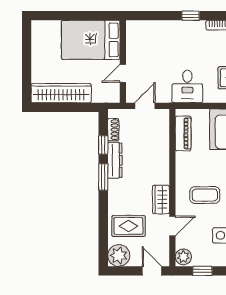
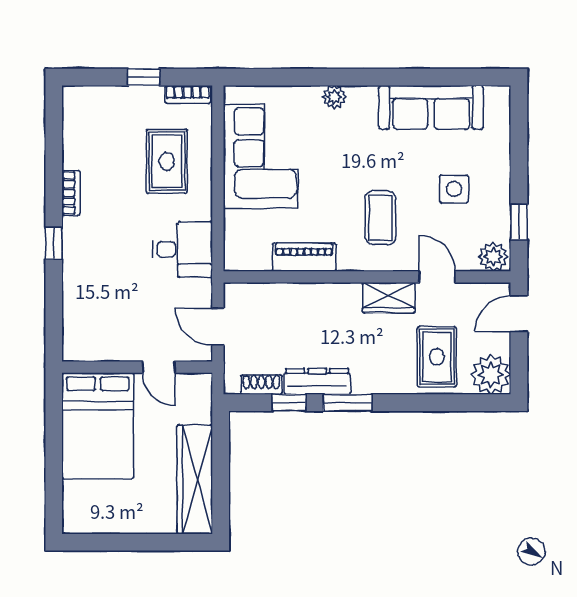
piano: (183, 133) -> (304, 257), moved

